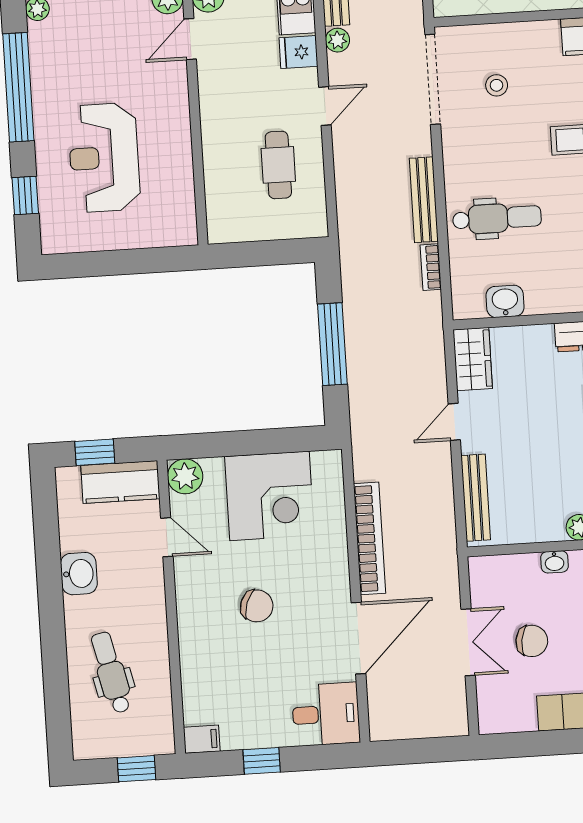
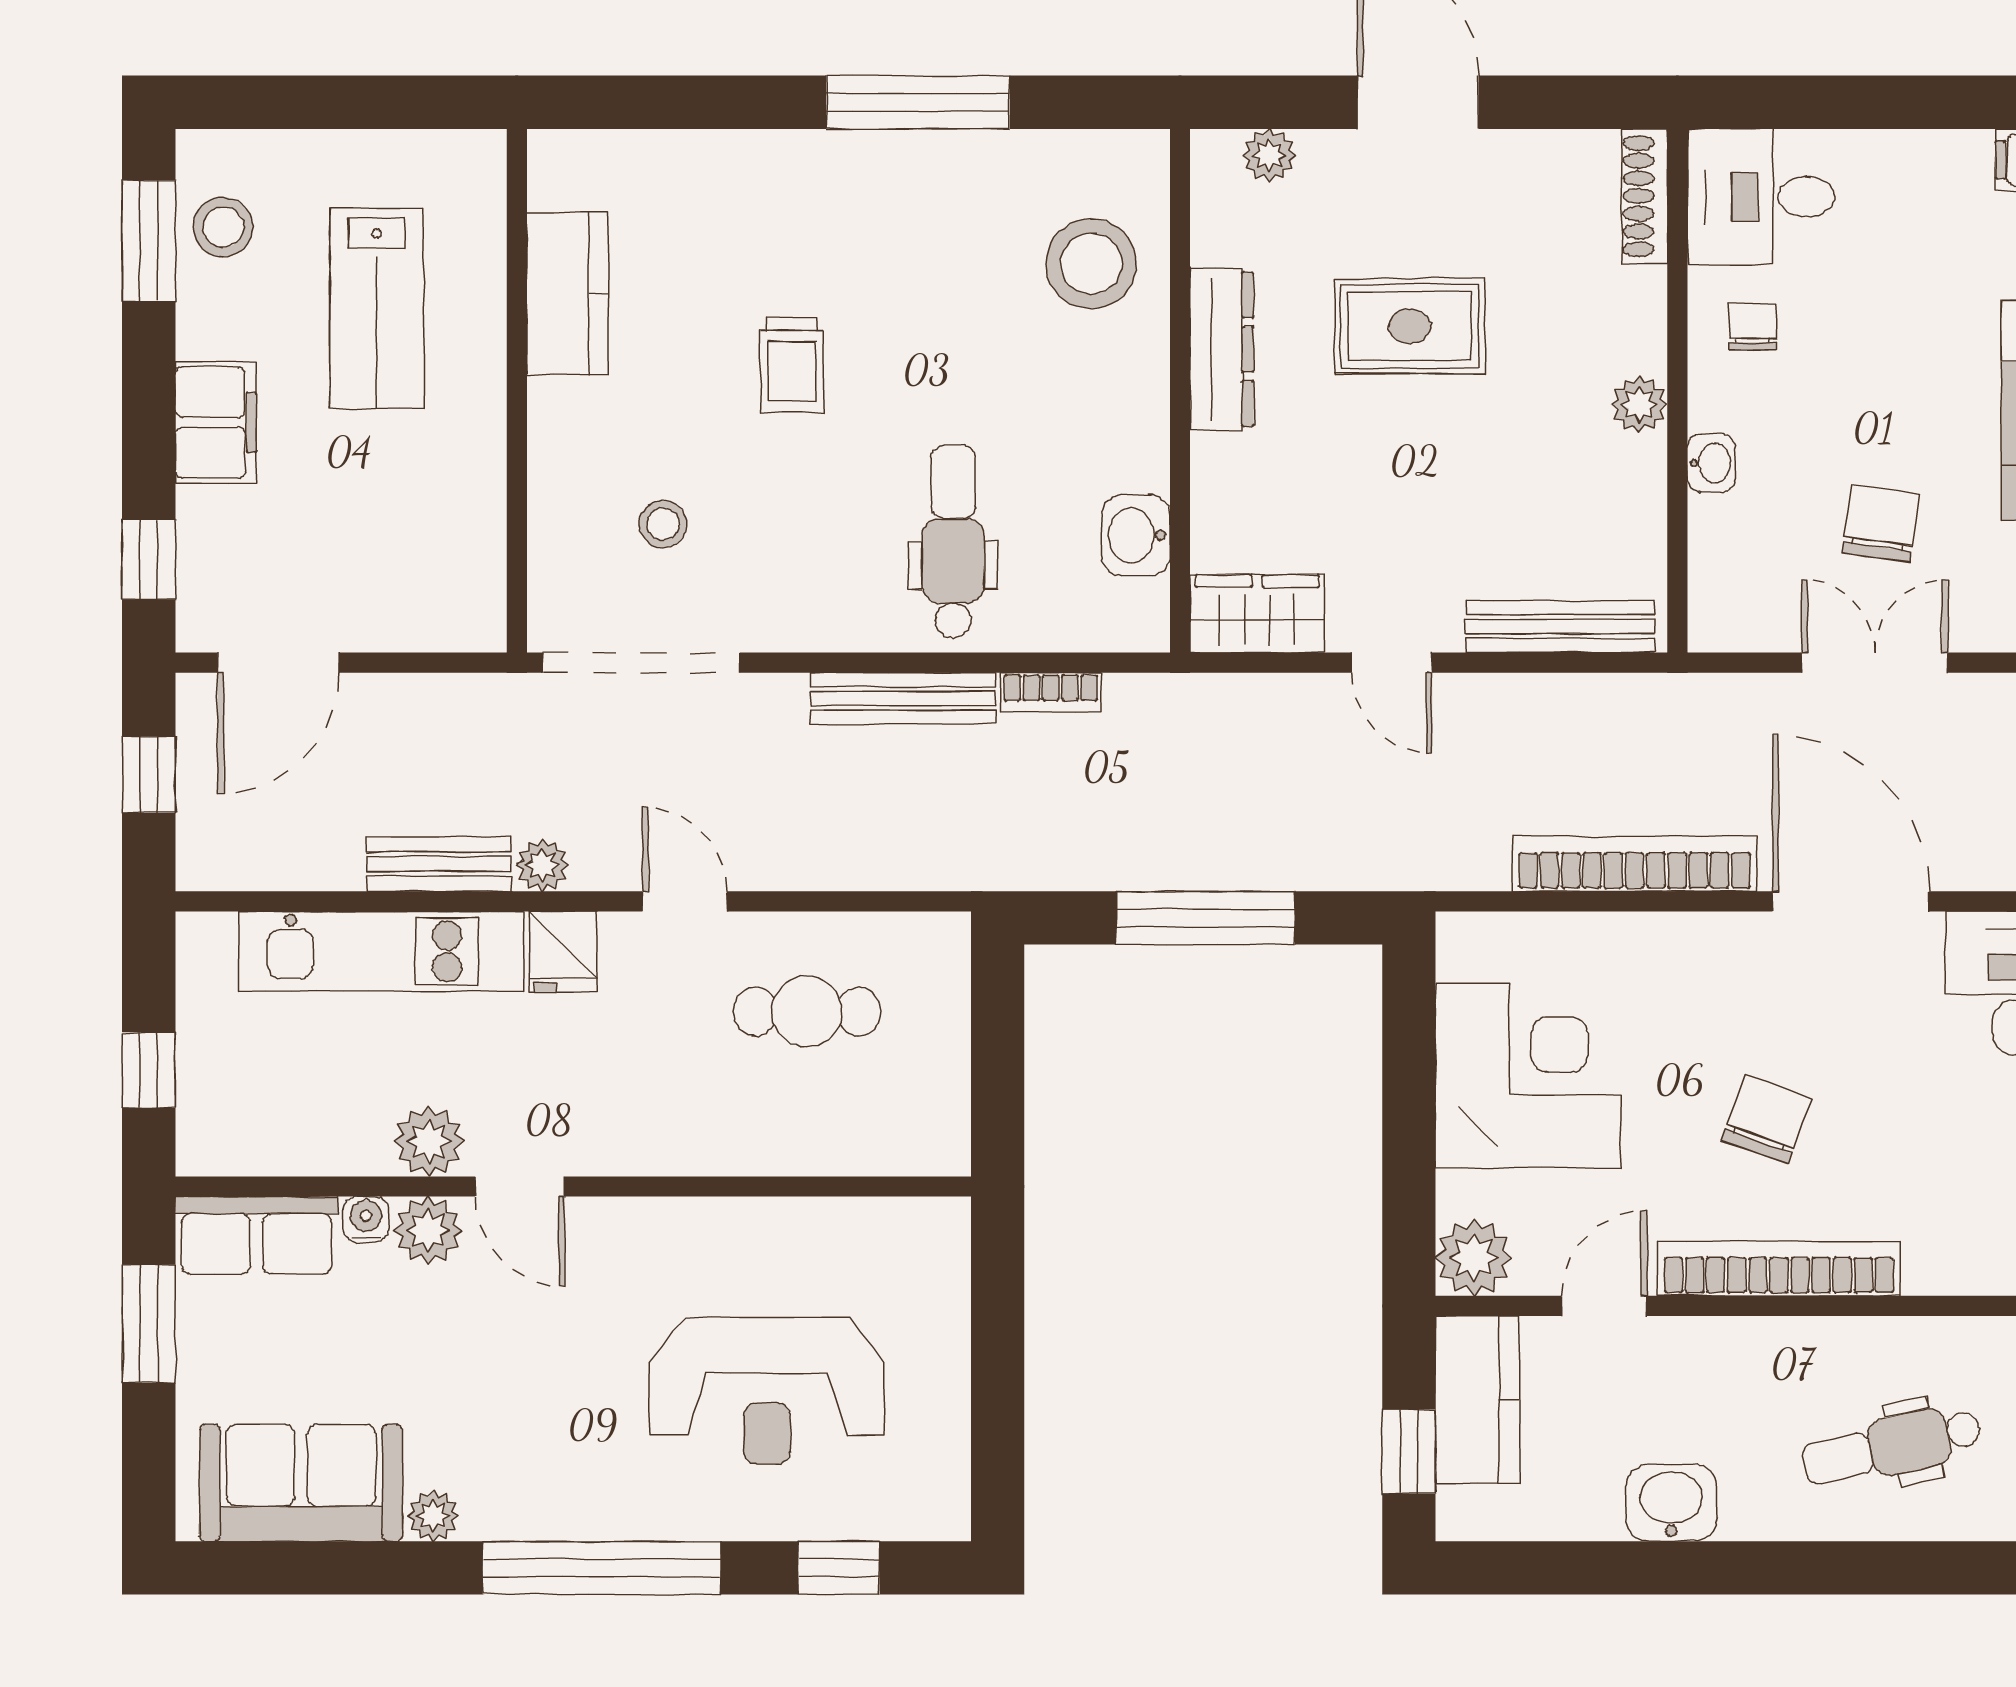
bookcase: (189, 616) -> (1779, 1269), added

